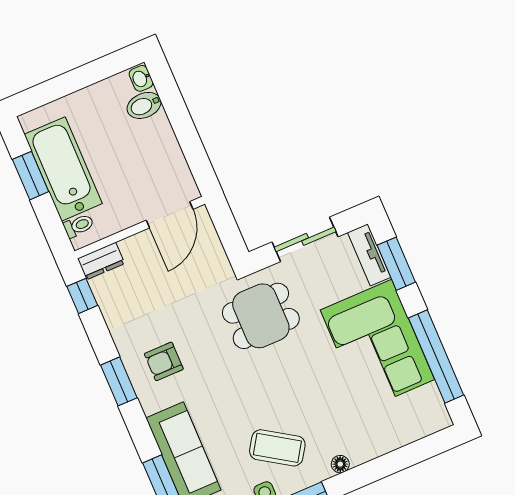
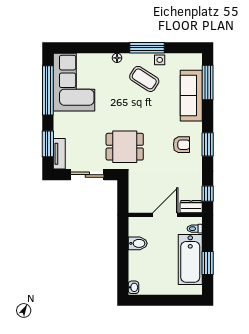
bidet: (144, 105) -> (138, 243), moved
door: (170, 215) -> (165, 215), moved
corner sofa: (377, 345) -> (74, 82), moved

